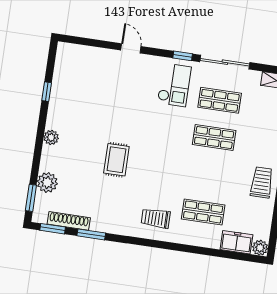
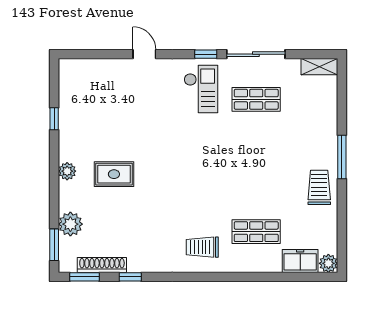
shop shelf: (214, 138) -> (256, 143), removed
rug: (116, 160) -> (114, 174), moved, turned 90
window: (91, 234) -> (130, 277), width x0.67

